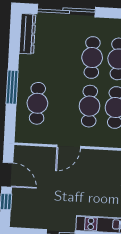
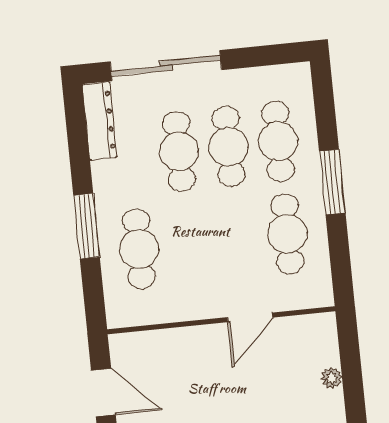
cafe table: (89, 106) -> (179, 152), moved
door: (69, 147) -> (250, 317), moved

